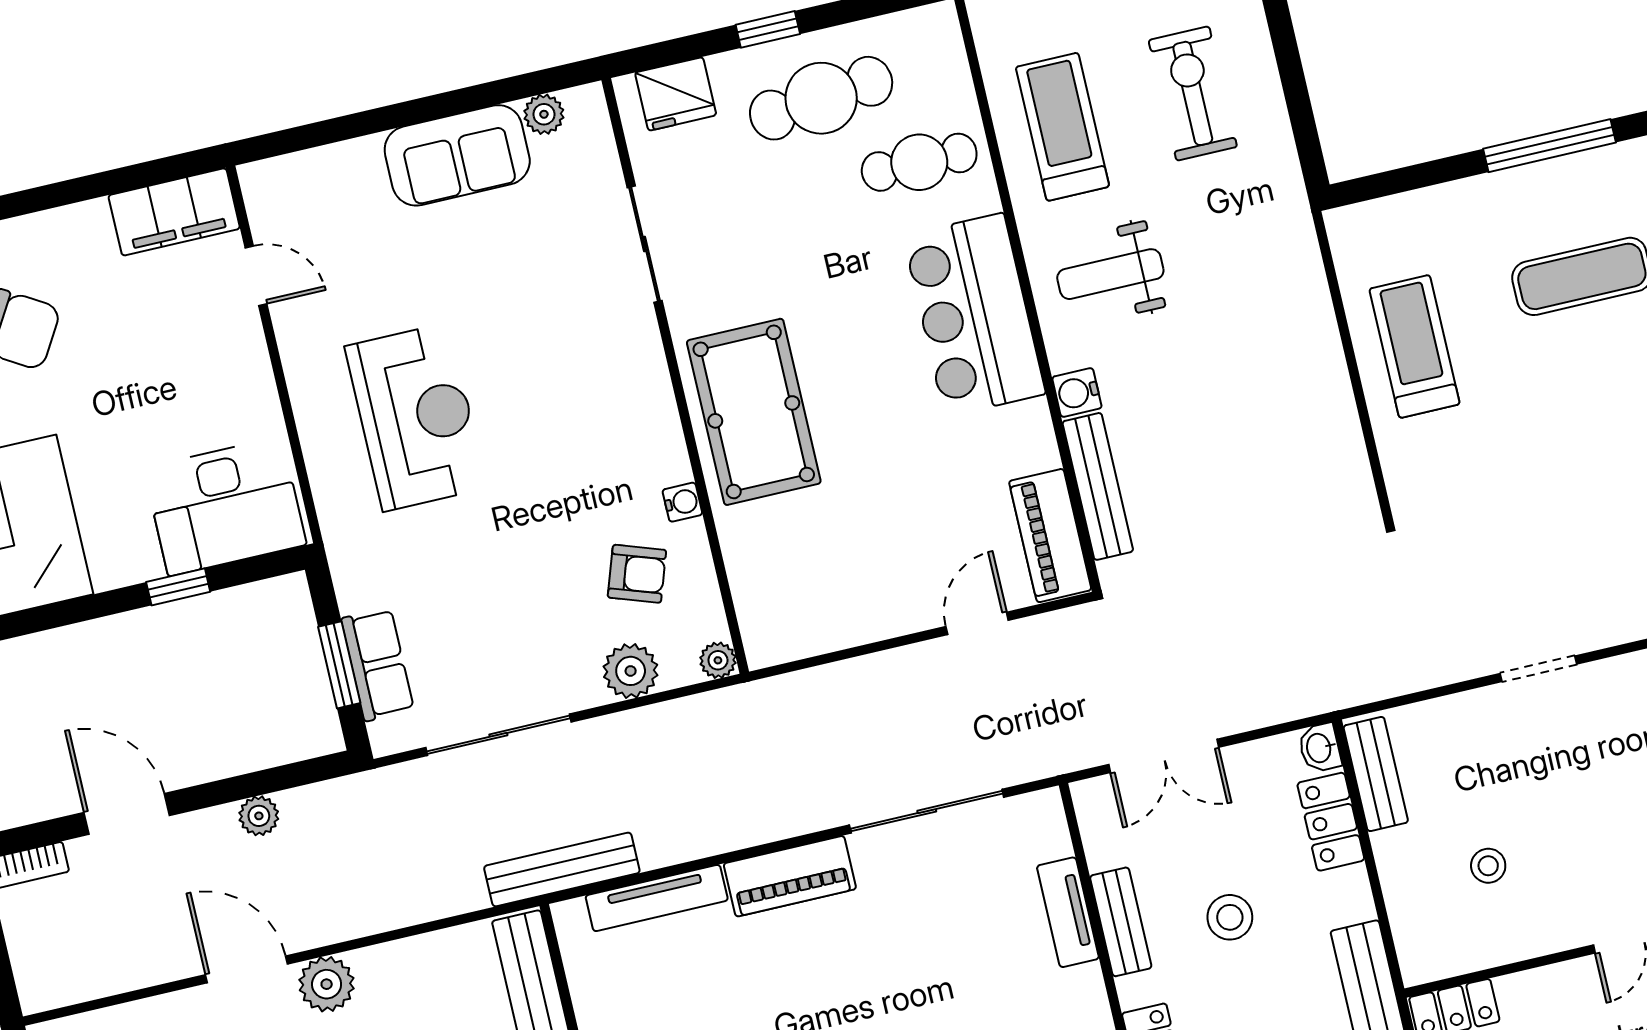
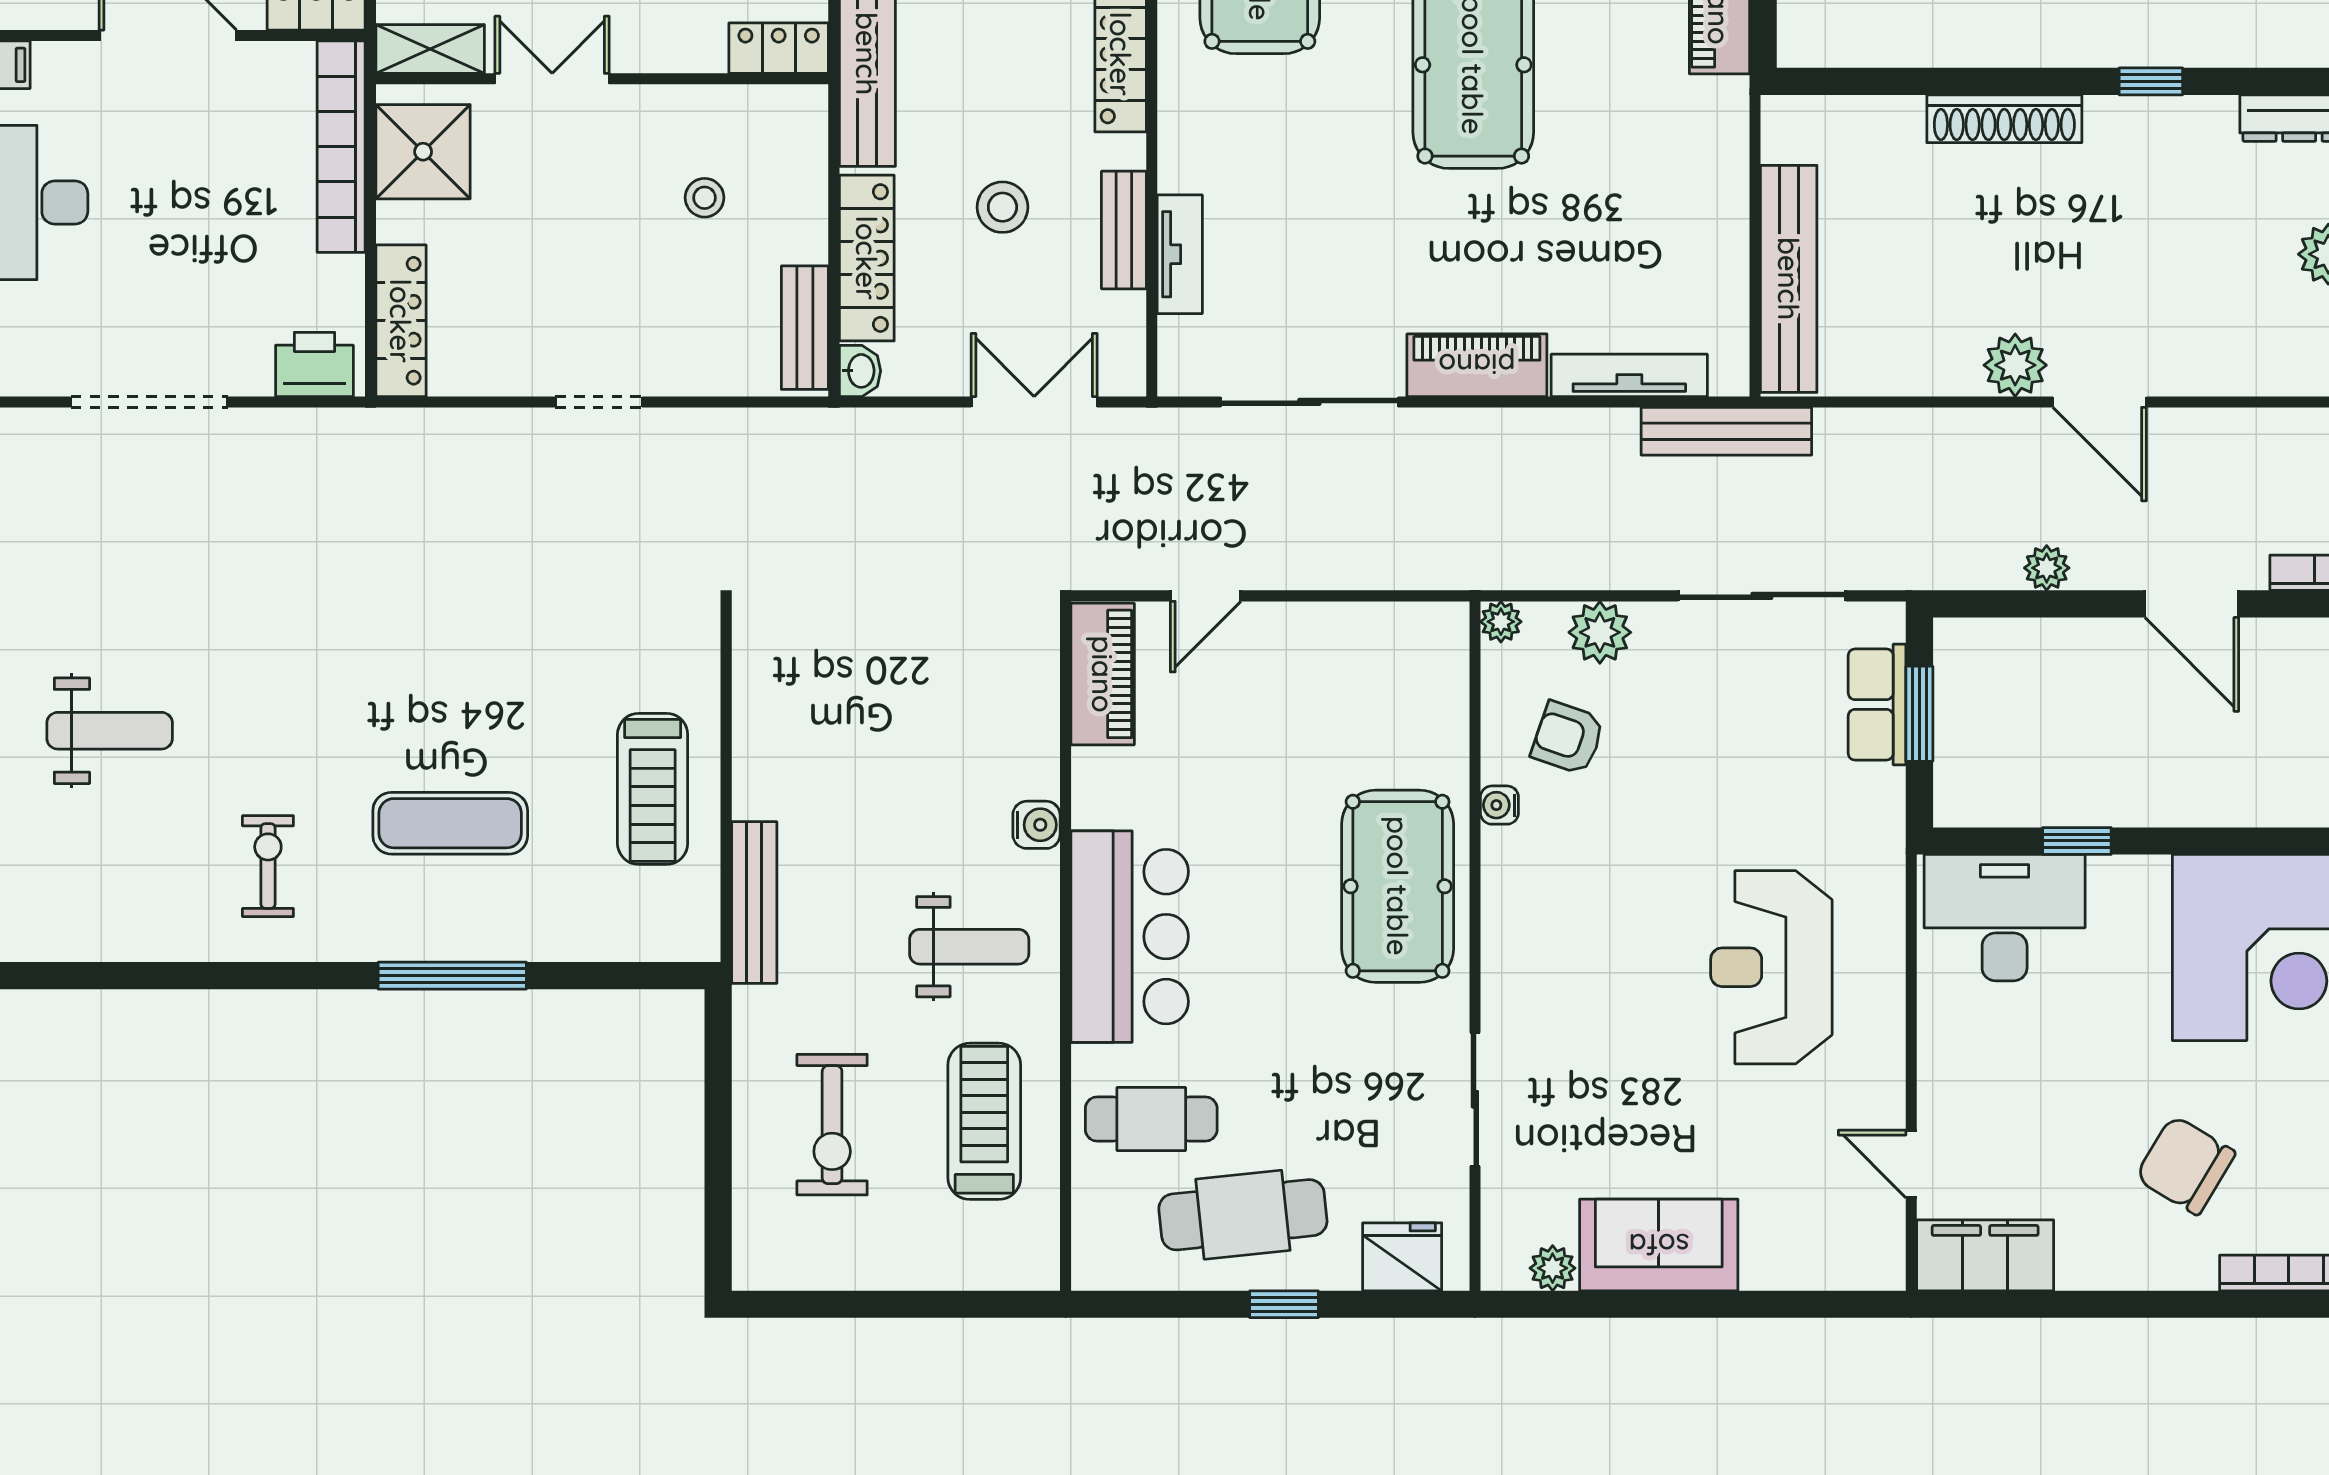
treadmill: (1062, 127) -> (984, 1121), turned 180
bench: (1098, 486) -> (754, 903), moved
locker: (1331, 822) -> (867, 258), width x1.53

